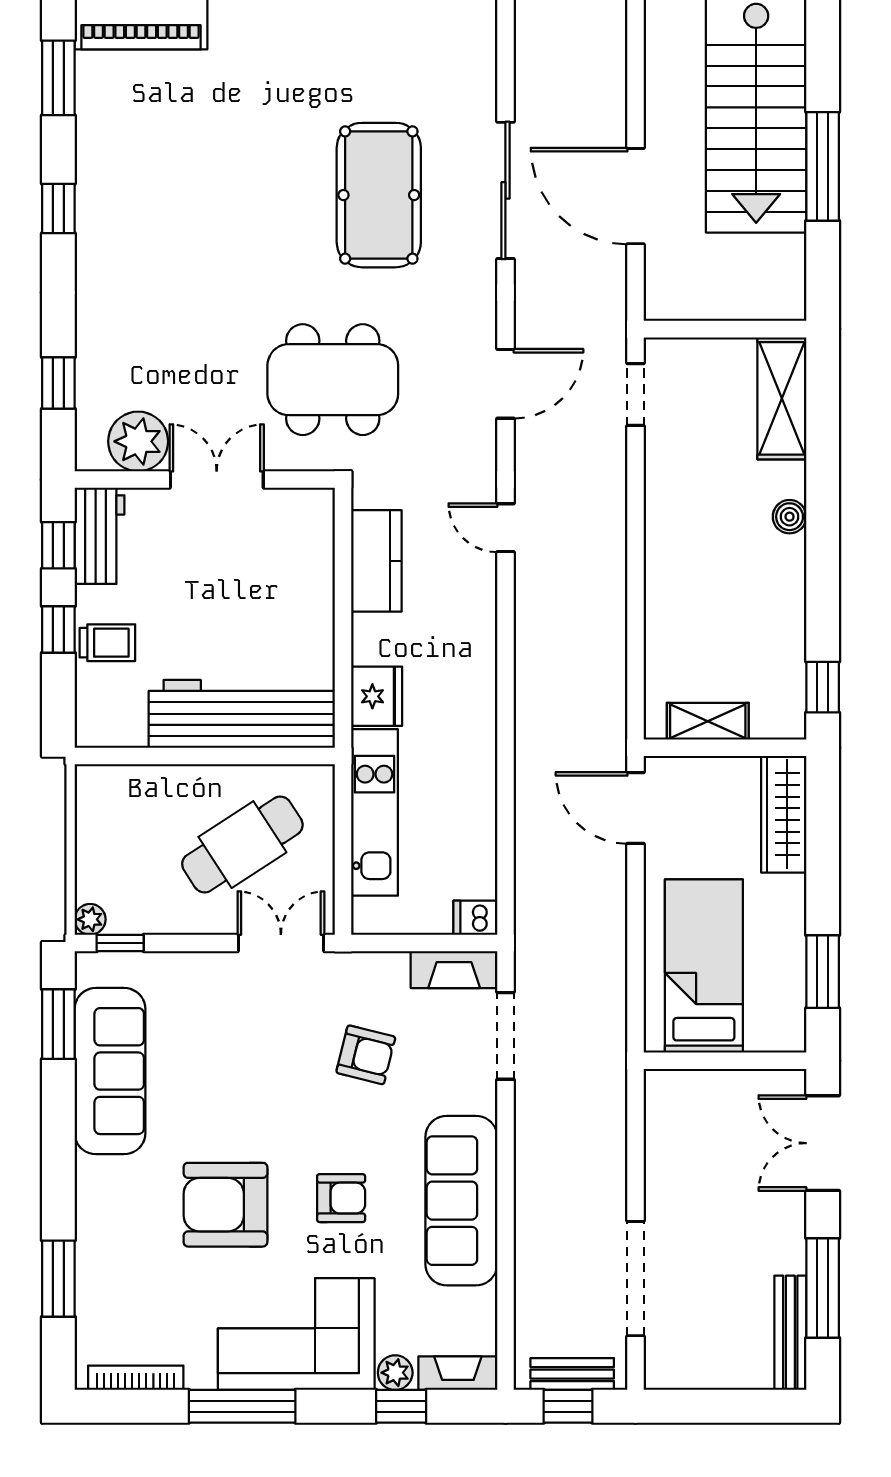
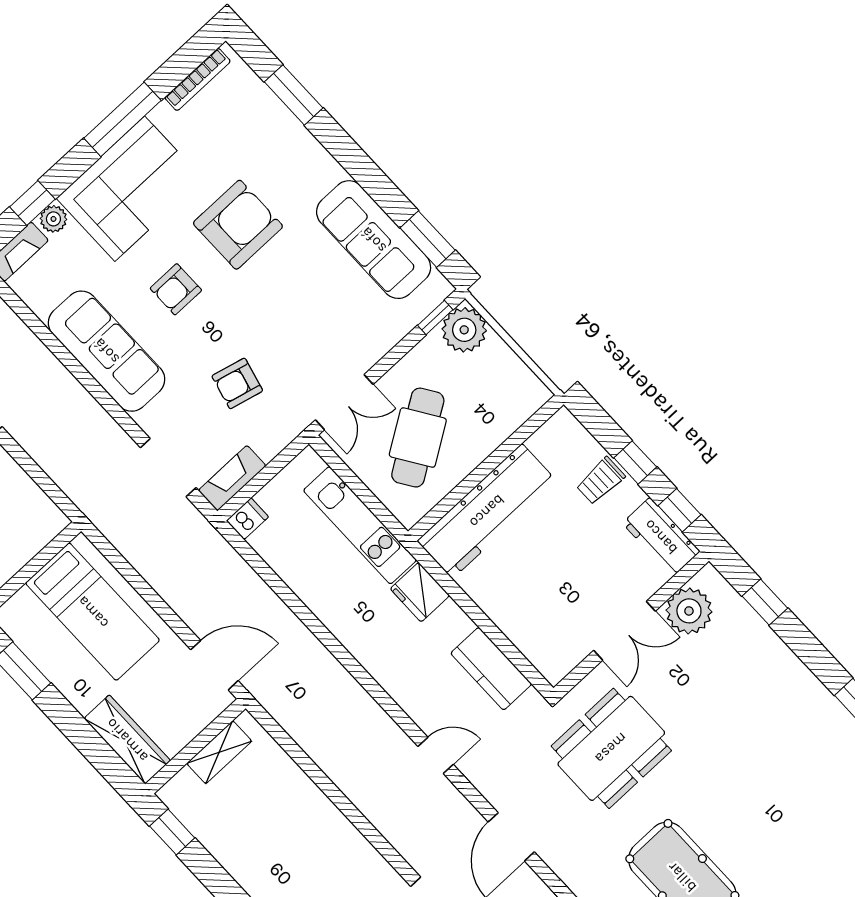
plant: (90, 919) -> (464, 330), width x1.87, depth x1.87

